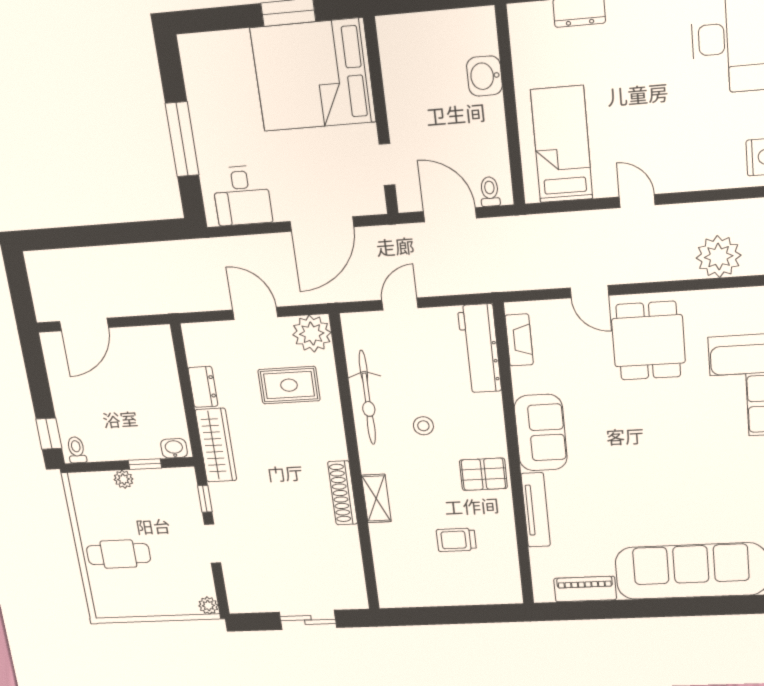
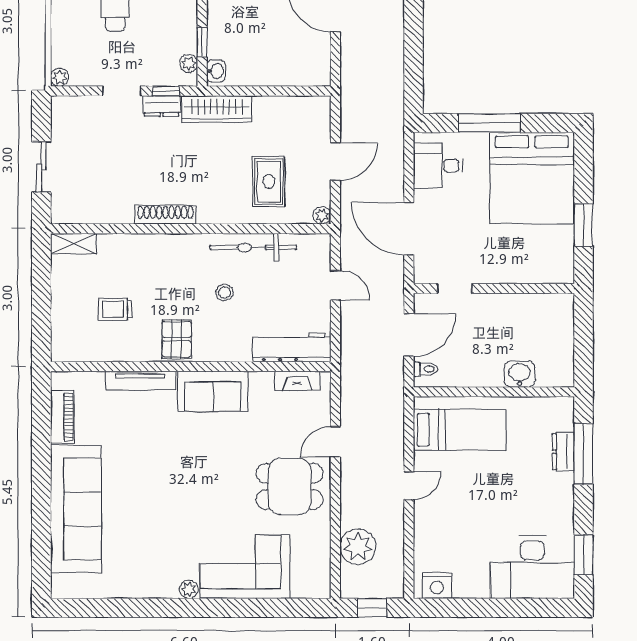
bed: (313, 75) -> (532, 178), moved, turned 180
plant: (312, 334) -> (322, 215), width x0.53, depth x0.53
dresser: (203, 387) -> (162, 106), moved
plant: (124, 479) -> (189, 63), moved
shelving: (376, 498) -> (73, 244), moved
trolley: (456, 540) -> (115, 309), turned -90

